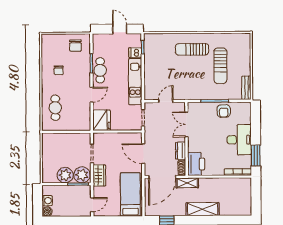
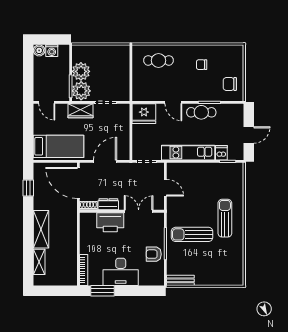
sun lounger: (220, 66) -> (192, 234), moved
printer: (196, 164) -> (110, 222), moved
shelving: (187, 183) -> (39, 262), moved

